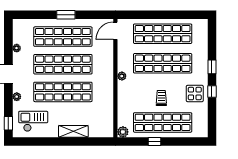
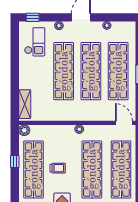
shelving: (73, 131) -> (25, 104), moved

